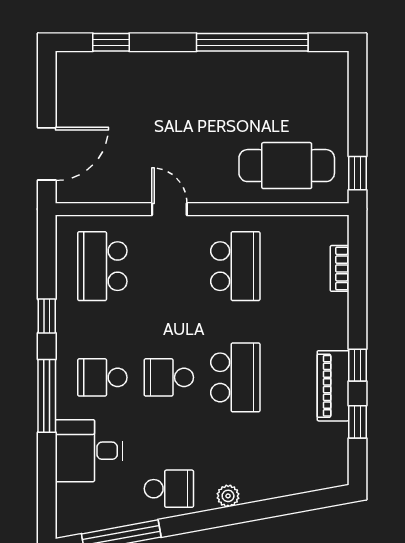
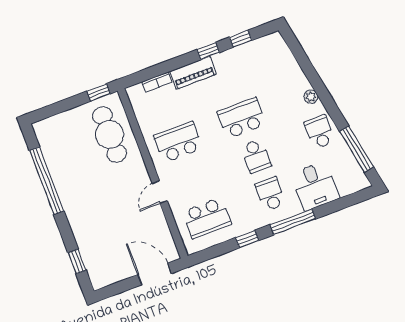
school desk: (102, 377) -> (270, 194), turned 180
piano: (333, 386) -> (193, 73), moved

